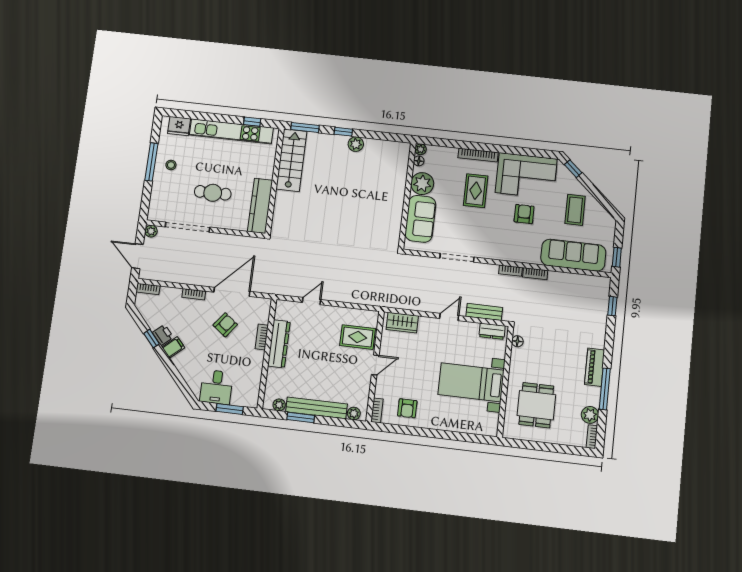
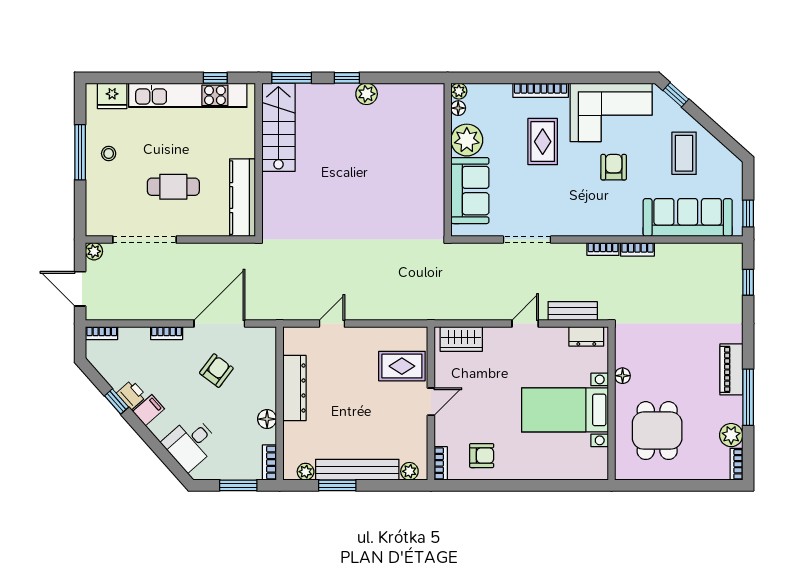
bookcase: (262, 337) -> (269, 462), moved
floor lamp: (517, 341) -> (623, 376), moved
floor lamp: (257, 364) -> (267, 419), added
desk: (216, 387) -> (191, 443), moved, turned 48
armchair: (407, 408) -> (482, 456), turned -90

